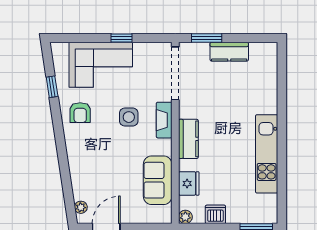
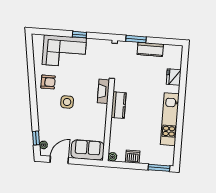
window: (52, 87) -> (36, 138), moved
armchair: (80, 113) -> (48, 82), turned -90
side table: (129, 117) -> (67, 102), moved
sofa: (158, 180) -> (88, 150), moved, turned 90
fridge: (189, 183) -> (174, 77), moved, turned 180

